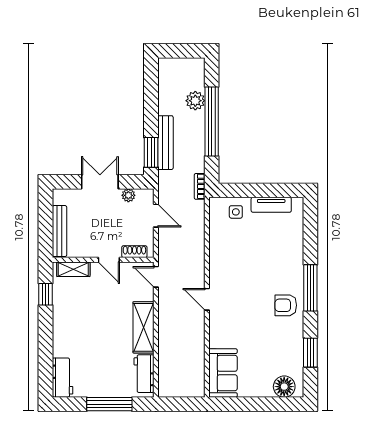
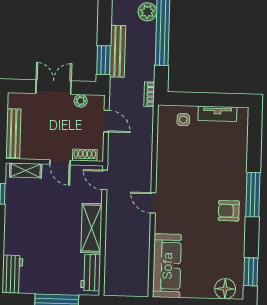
window: (310, 353) -> (251, 272), moved
sofa: (223, 373) -> (167, 266), width x1.36

